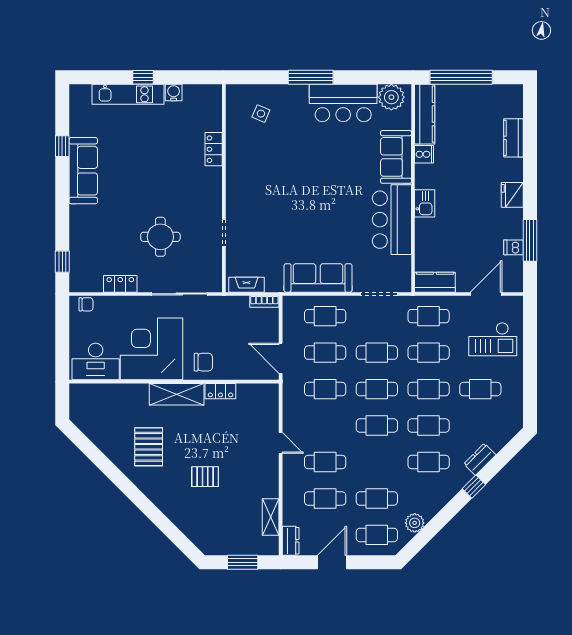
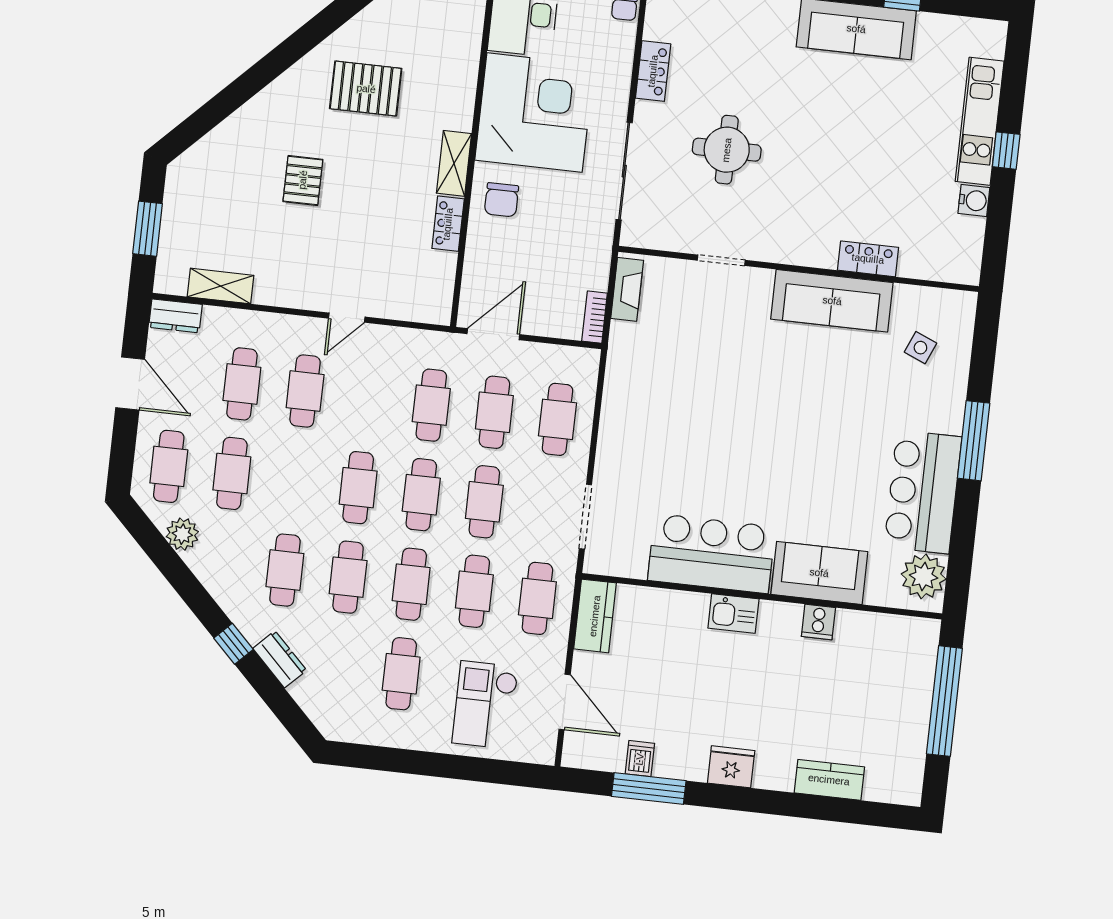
kitchen counter: (425, 114) -> (888, 631), removed
sofa: (318, 278) -> (832, 301), moved, turned 90
shelving: (177, 394) -> (454, 163), width x0.67, depth x0.75

